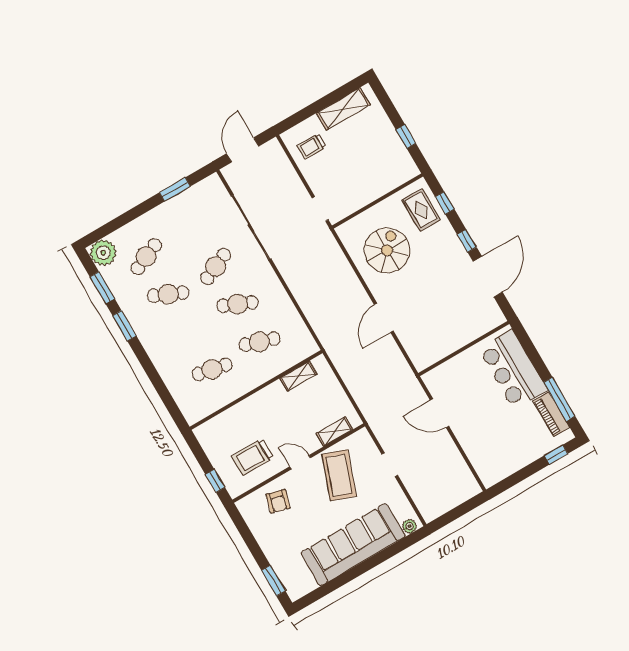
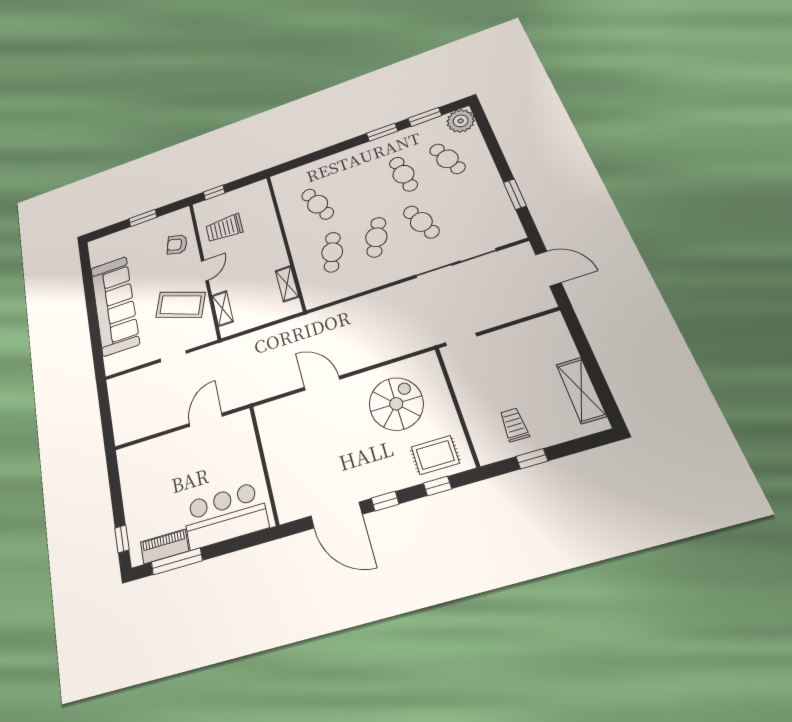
trolley: (311, 147) -> (514, 425), moved
spiral stairs: (387, 250) -> (396, 404), turned -90
cafe table: (168, 294) -> (403, 174), turned -33
cafe table: (212, 369) -> (318, 204), turned -36
trolley: (252, 457) -> (224, 228), turned -90
plant: (410, 526) -> (111, 363), removed
window: (273, 581) -> (143, 218), moved

